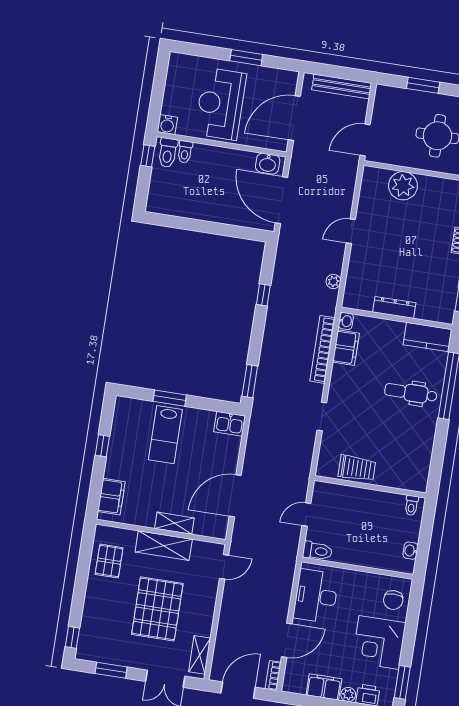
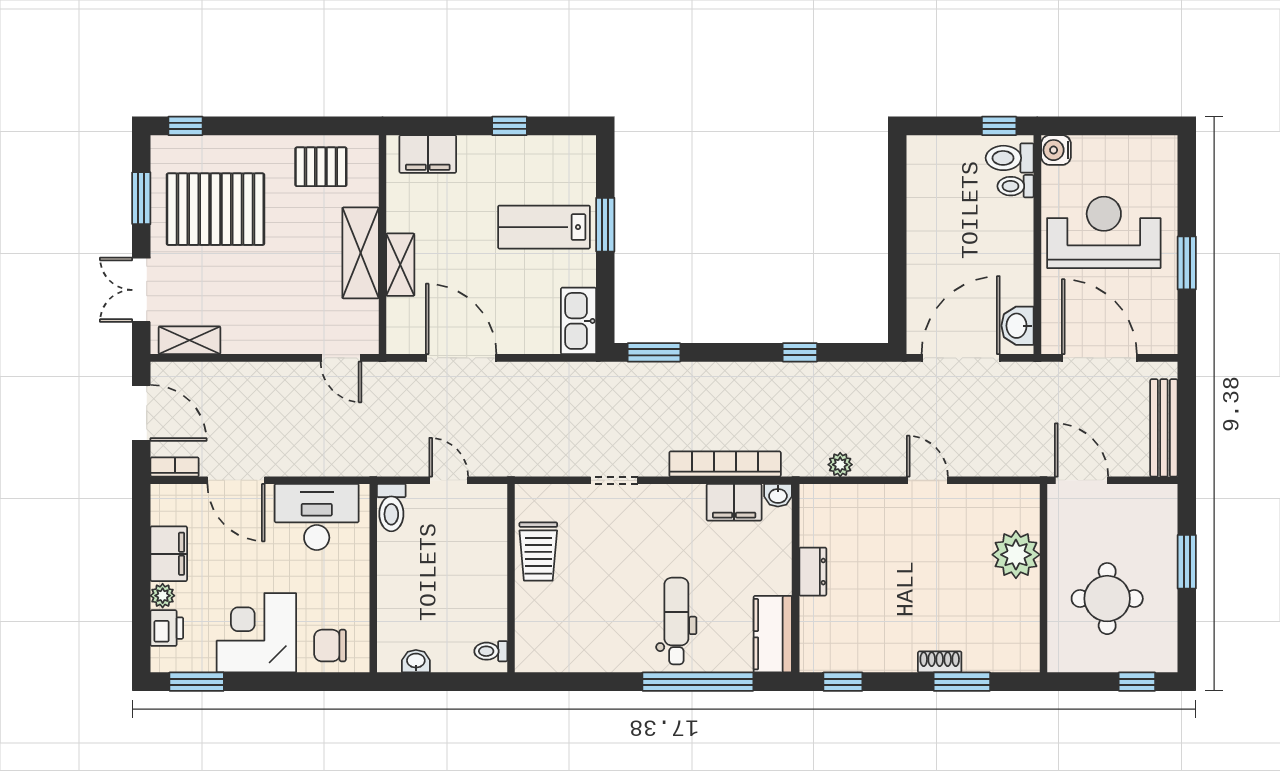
dresser: (394, 307) -> (813, 572), width x0.70
kitchen sink: (230, 424) -> (579, 321), width x1.38
pallet: (157, 609) -> (215, 209), moved

